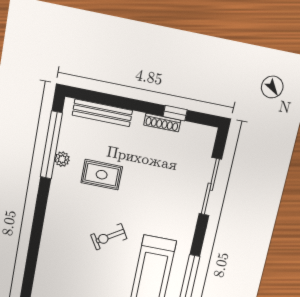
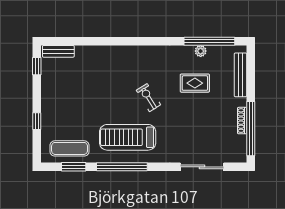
window: (175, 113) -> (251, 129), width x3.17
rug: (102, 175) -> (195, 83), turned 90

